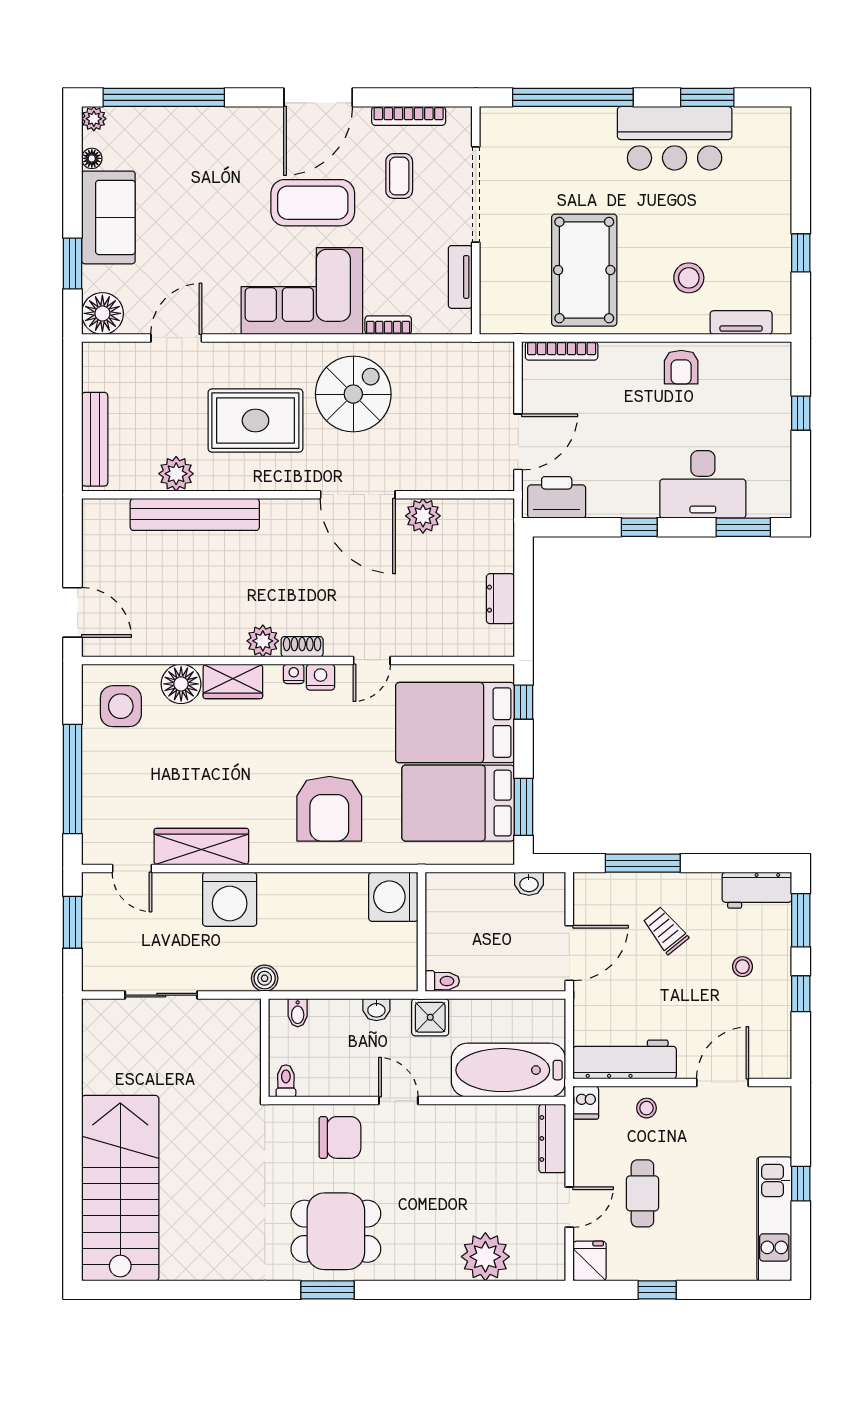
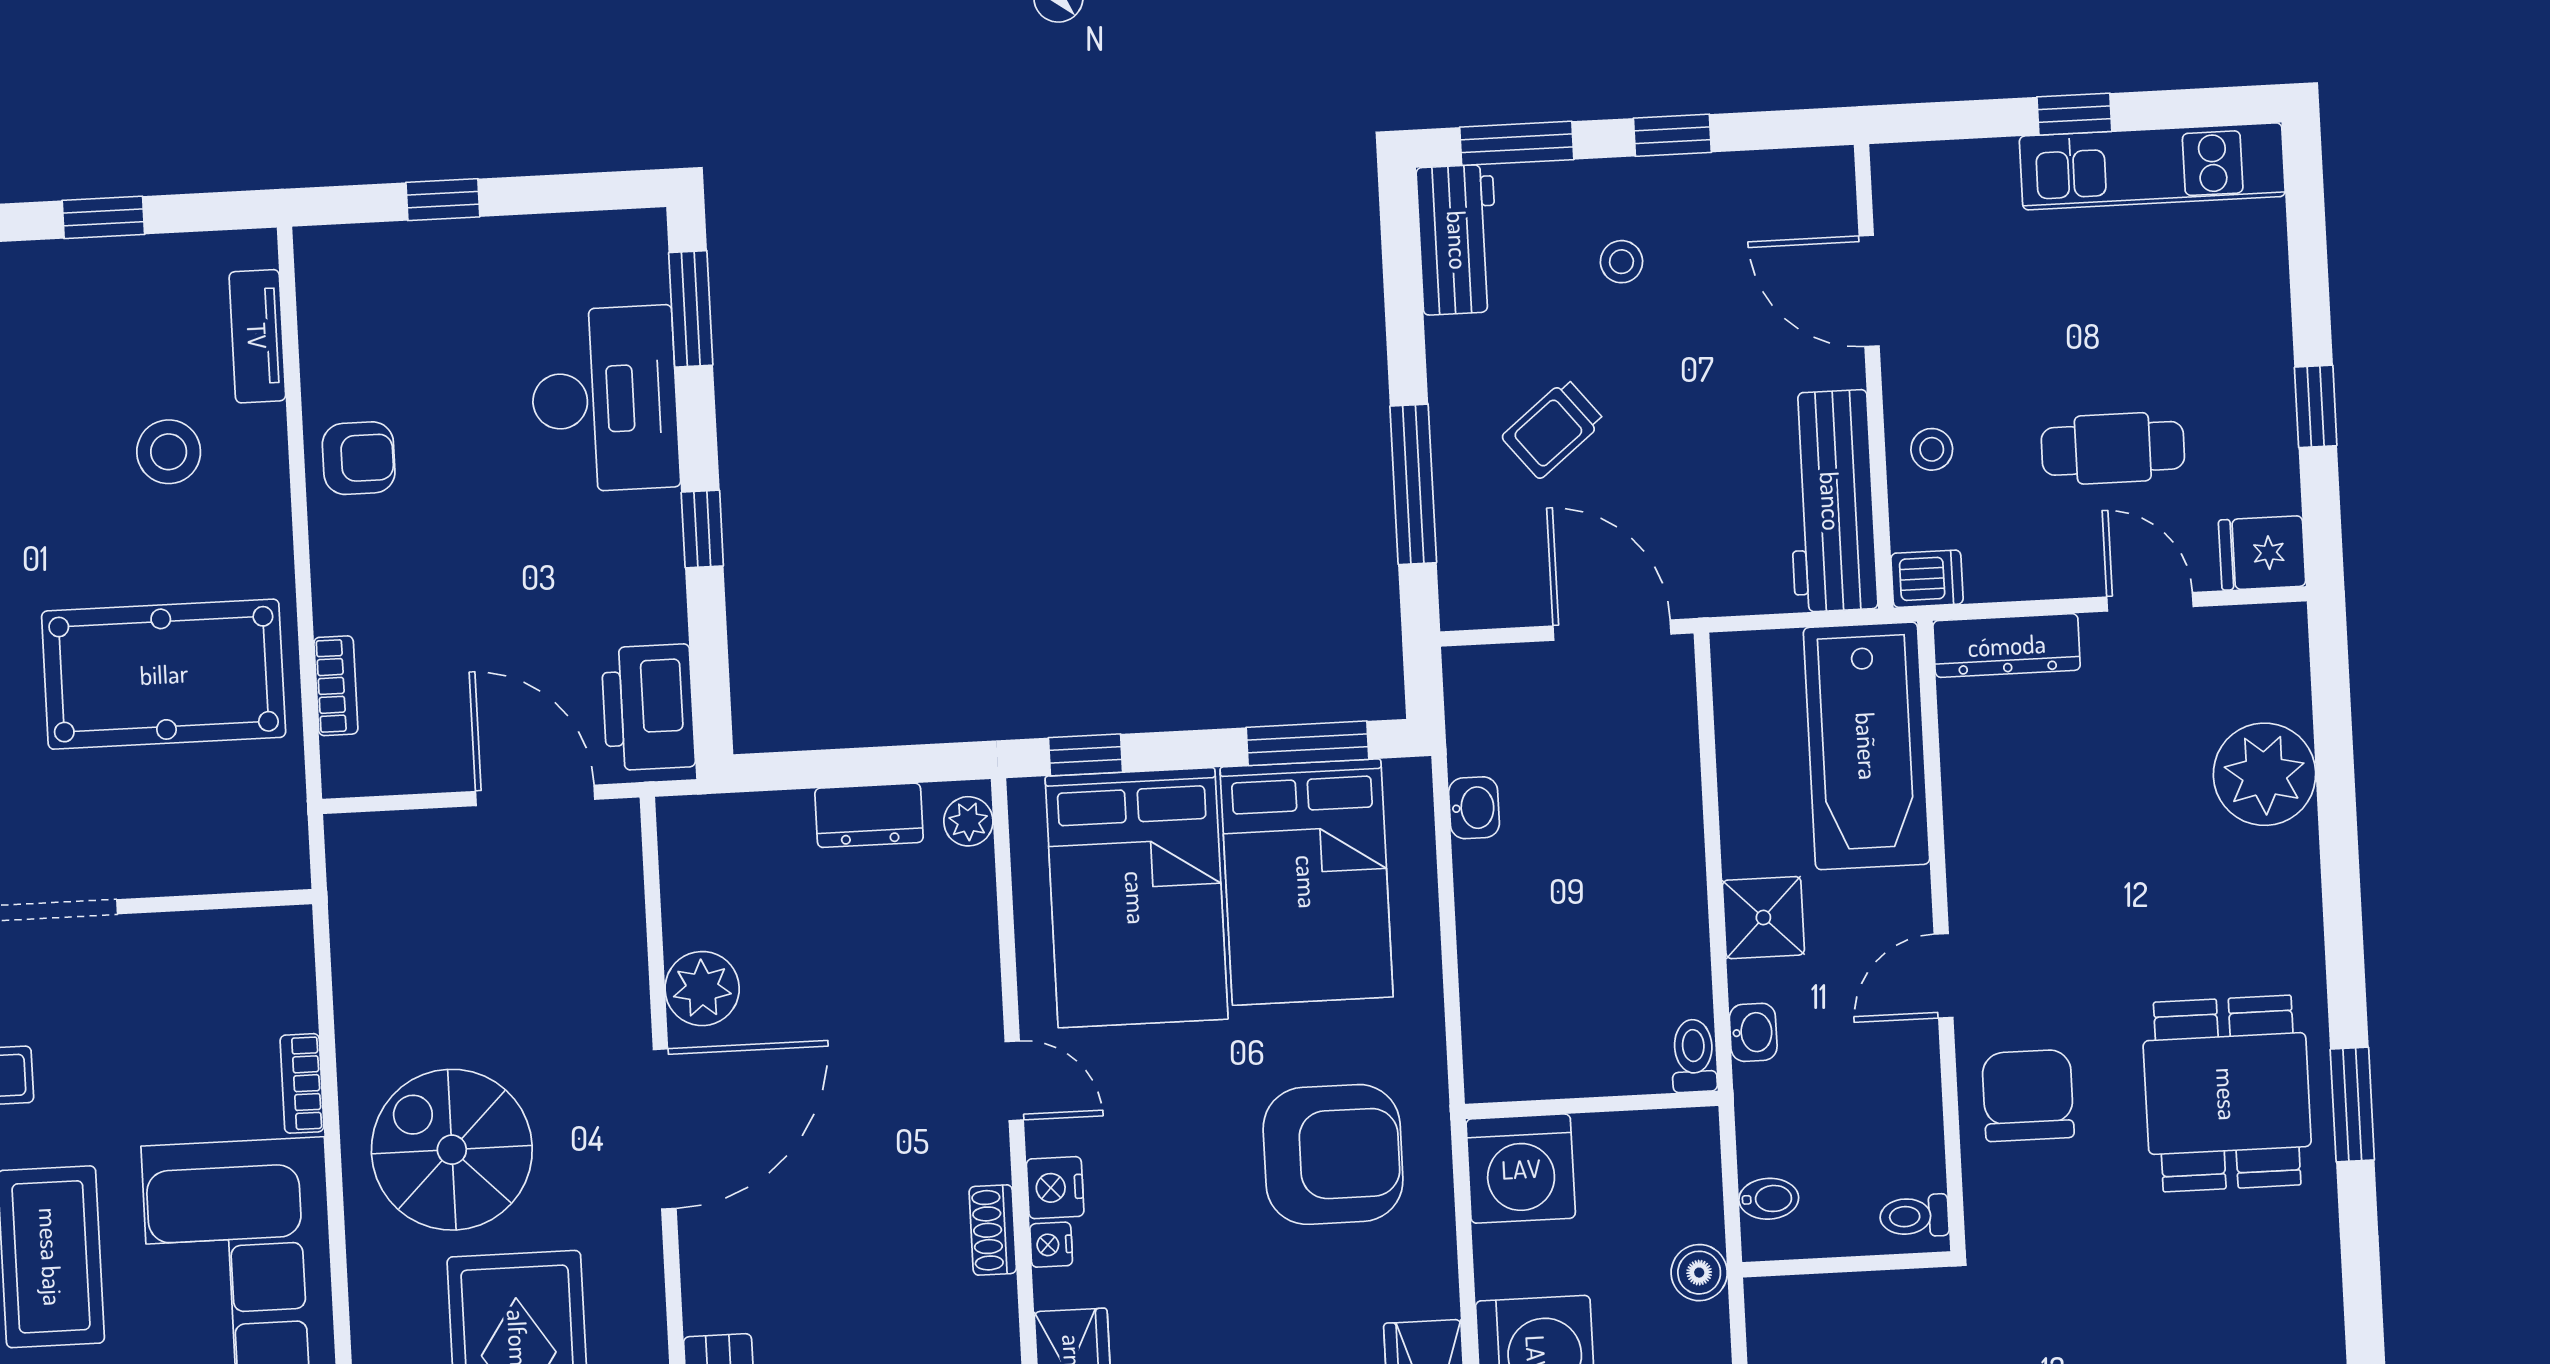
tv unit: (460, 277) -> (192, 936), removed
bookcase: (562, 351) -> (336, 686), width x0.64
plant: (263, 641) -> (968, 821), moved, width x0.73, depth x0.73
washbasin: (529, 884) -> (1474, 808), moved
washing machine: (393, 897) -> (1521, 1169), moved
wall: (422, 932) -> (1592, 1105), moved
toilet: (442, 981) -> (1694, 1056), moved

